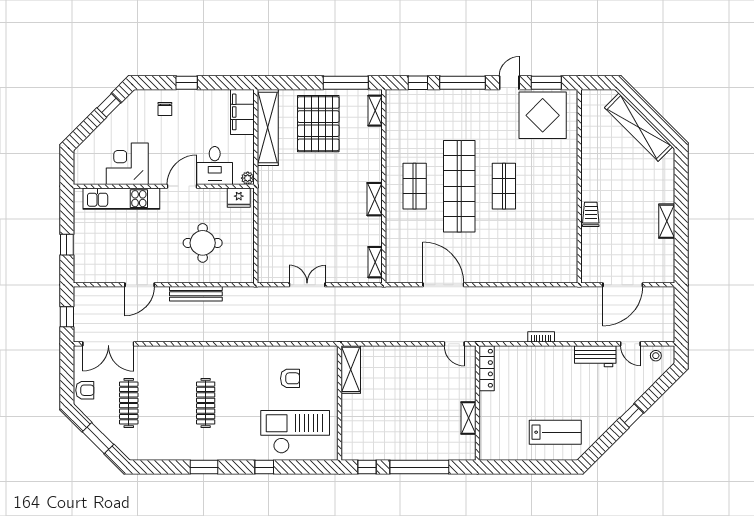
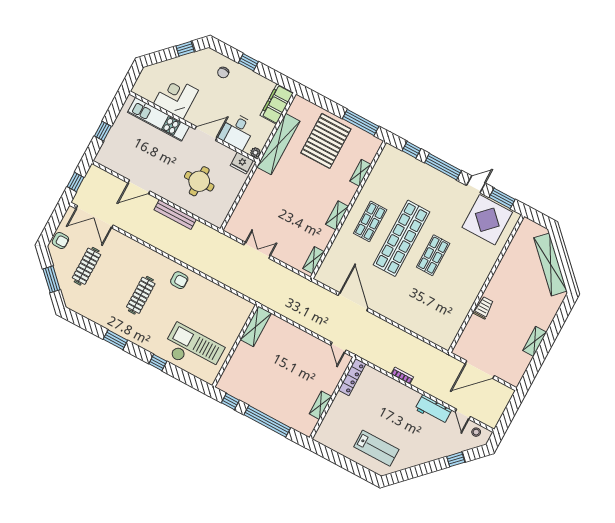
shelving: (375, 111) -> (360, 173), moved
shelving: (268, 128) -> (278, 144), moved
armchair: (290, 378) -> (179, 280), moved
window: (632, 416) -> (456, 459), moved

